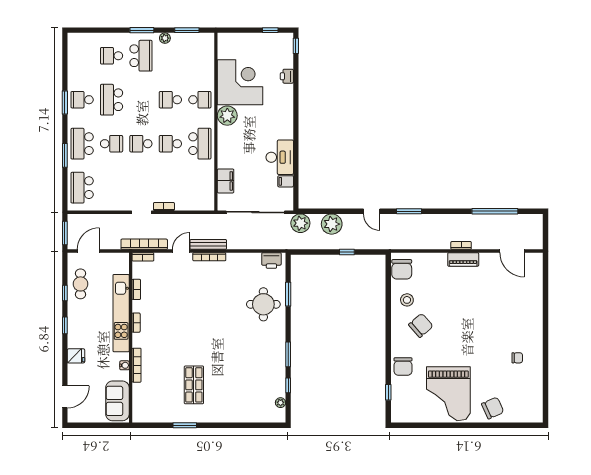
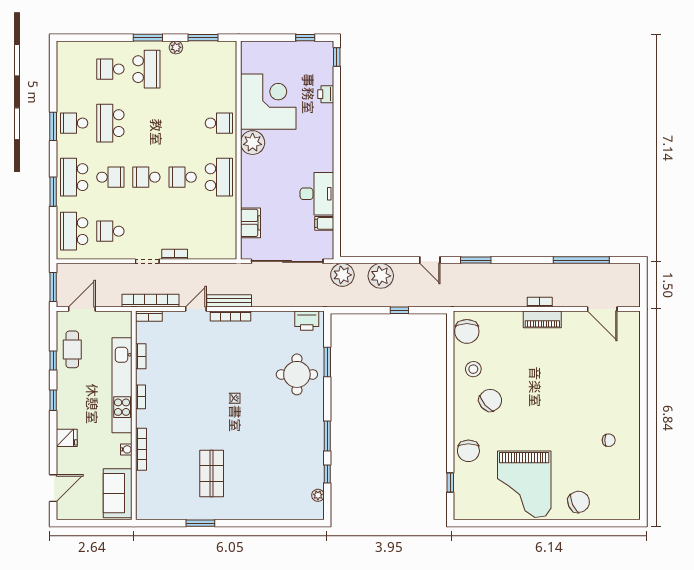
school desk: (170, 100) -> (110, 231), moved

